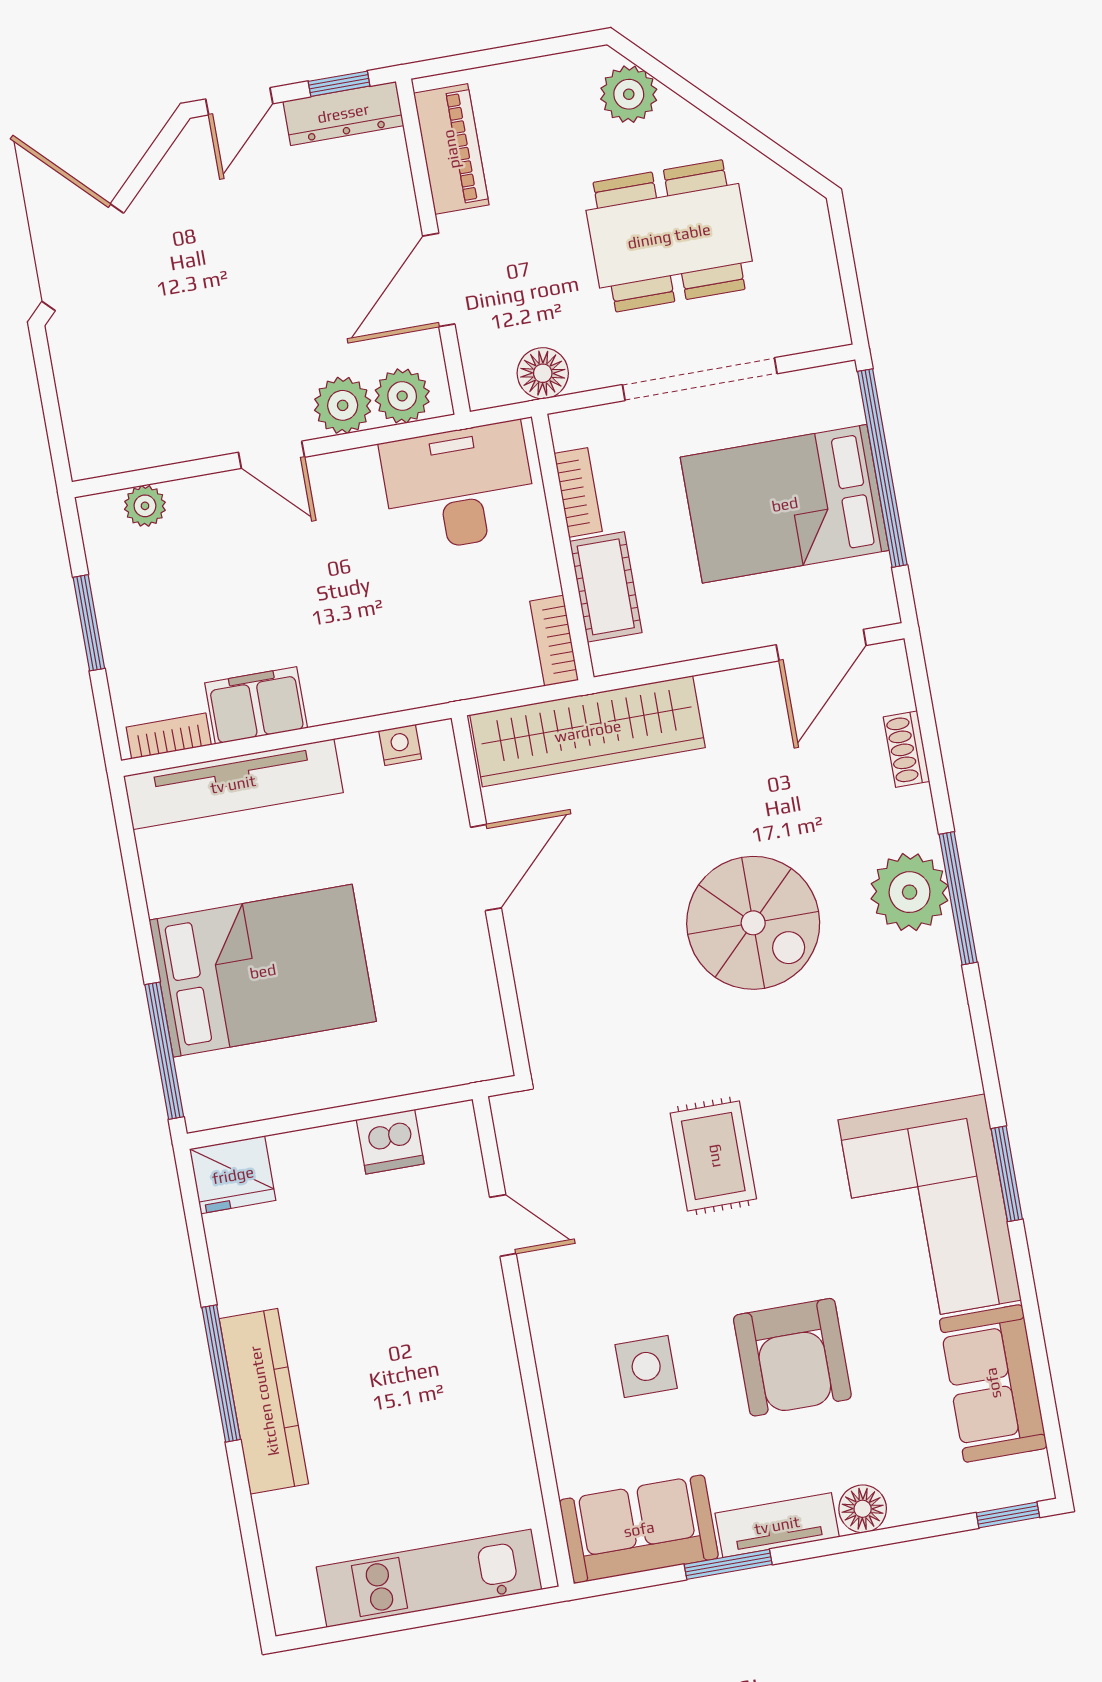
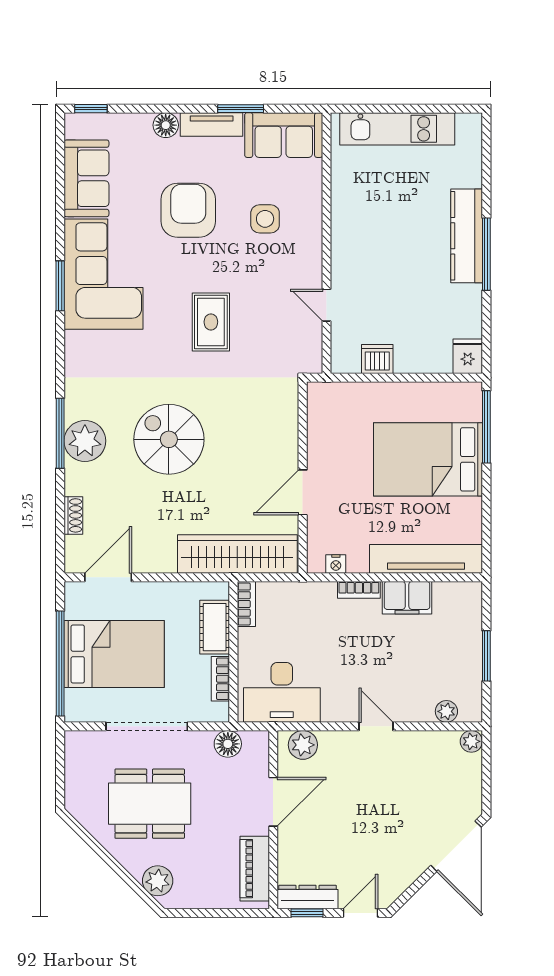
plant: (343, 405) -> (471, 741), moved, width x0.73, depth x0.73
bookcase: (169, 736) -> (359, 590), moved
fridge: (233, 1175) -> (468, 356), width x0.72

